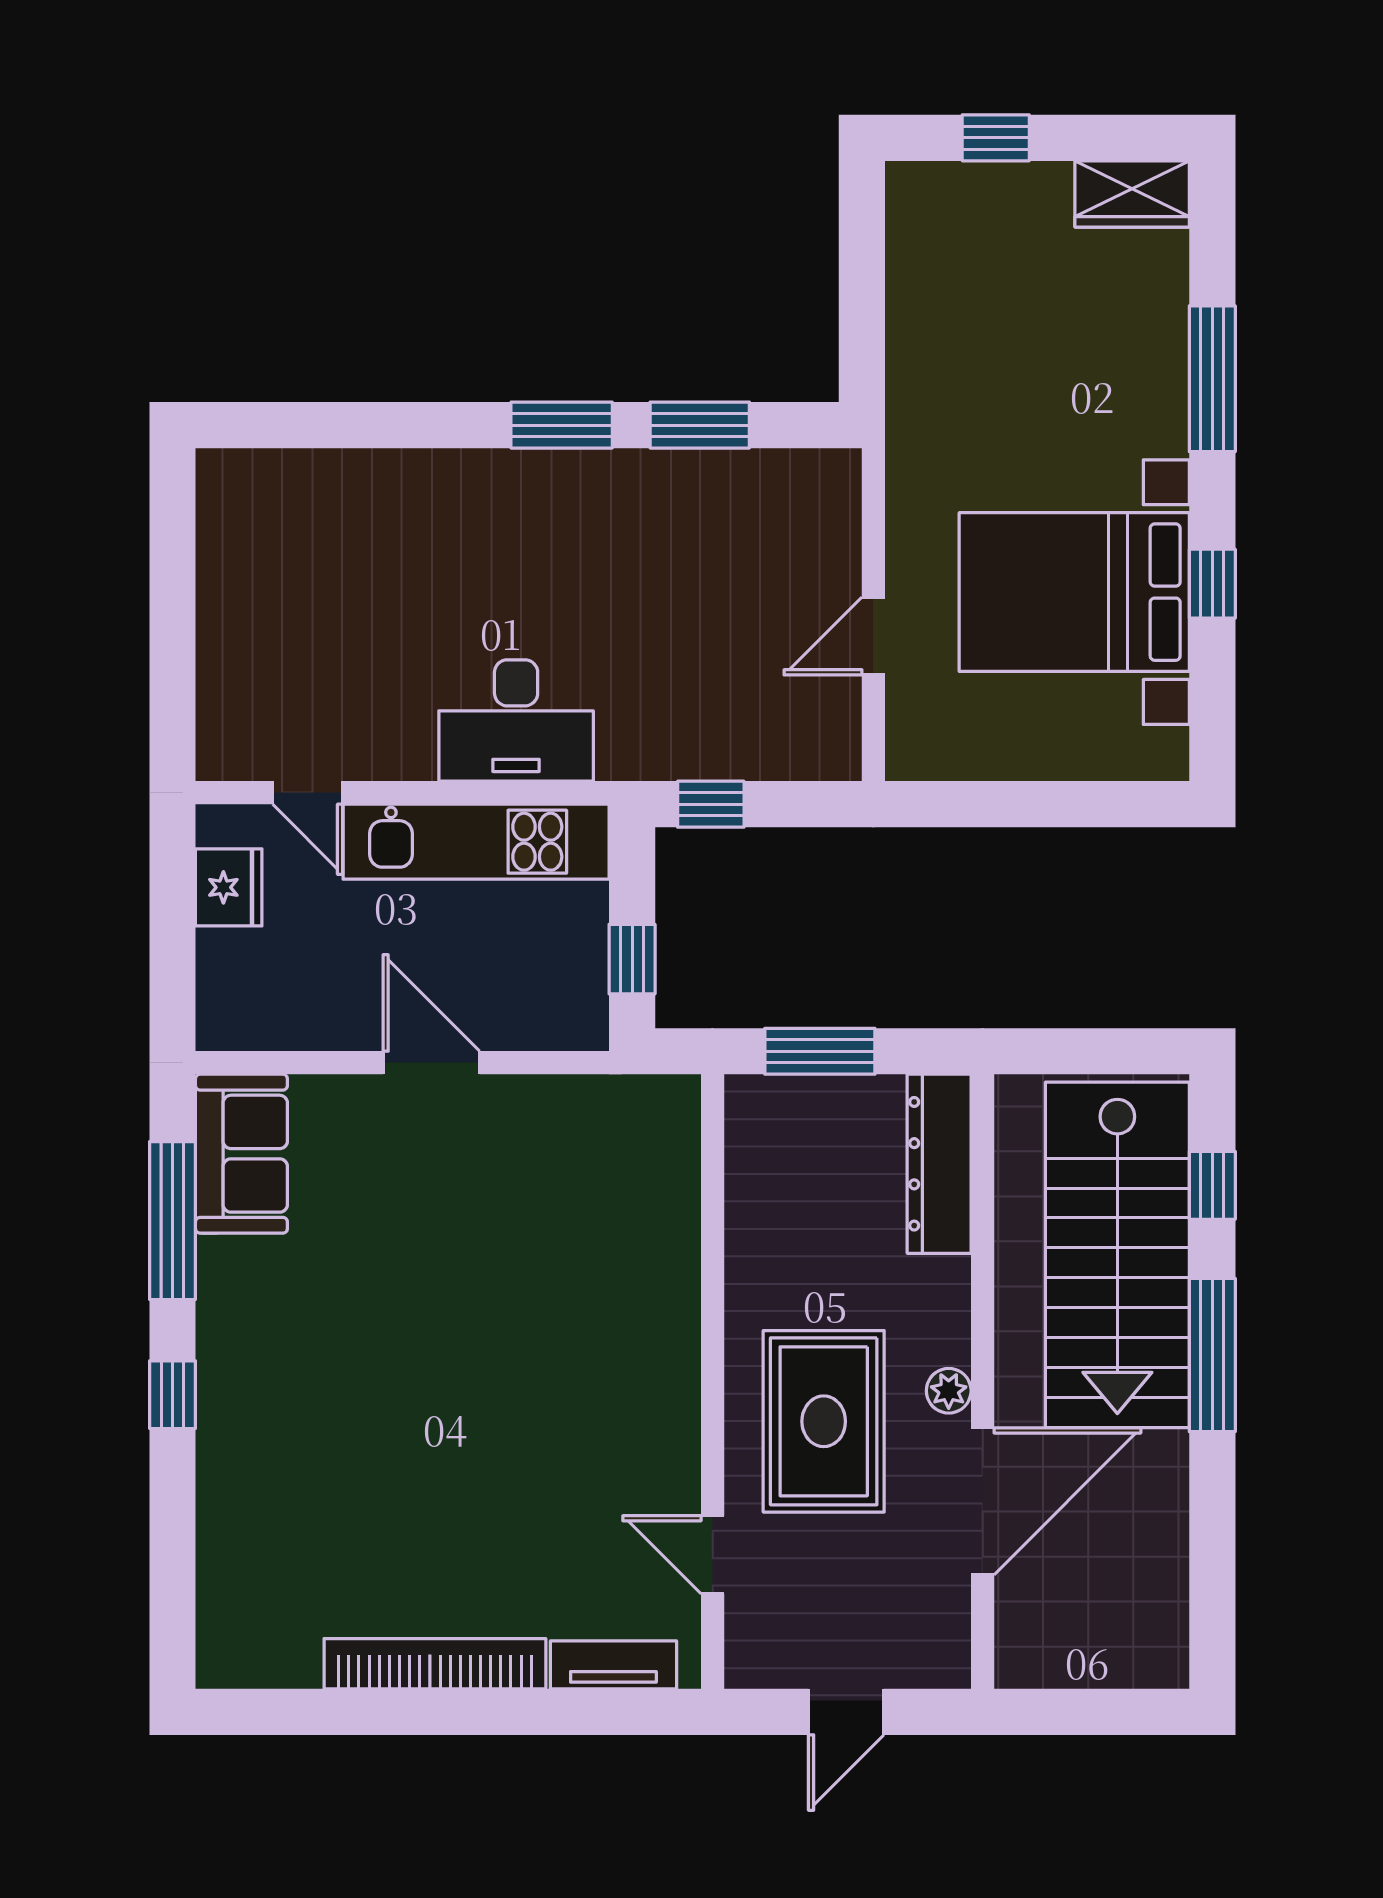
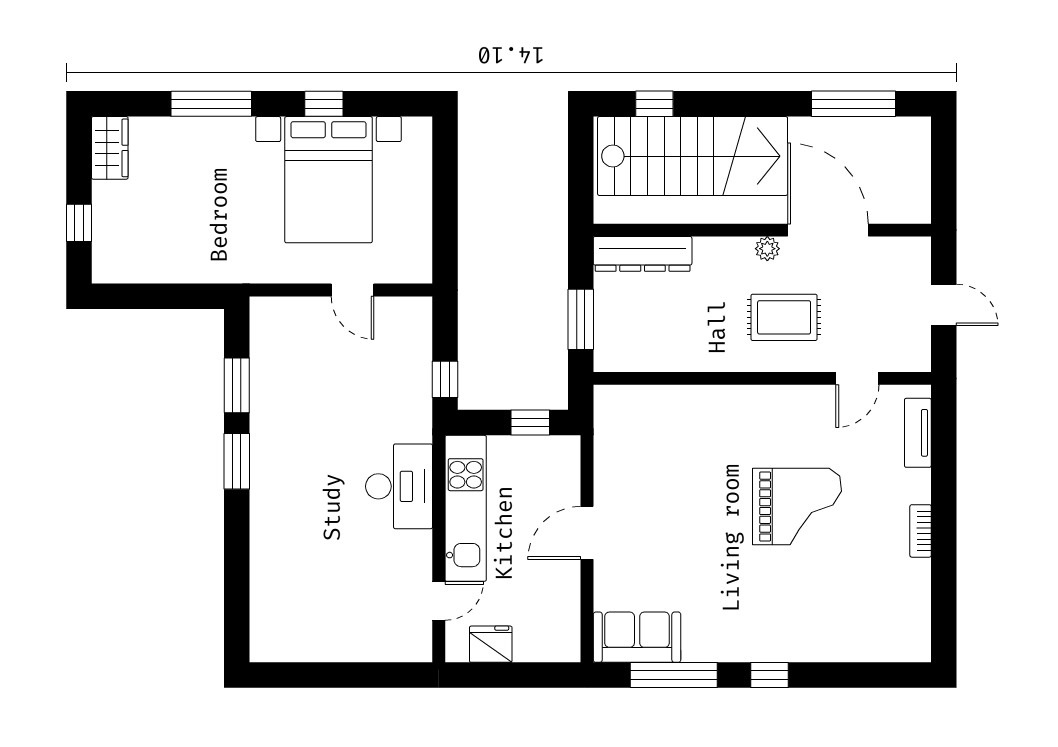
window: (1212, 1355) -> (853, 104), moved
rug: (824, 1421) -> (784, 317), width x0.73, depth x0.70
grand piano: (479, 1445) -> (797, 507), added
bookcase: (435, 1664) -> (921, 531), width x0.43, depth x0.76

